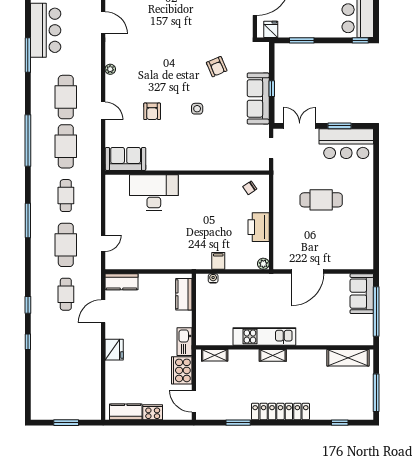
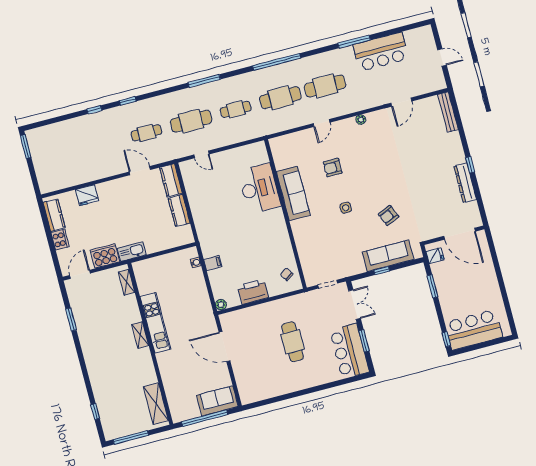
sofa: (258, 98) -> (388, 256), moved
sofa: (126, 159) -> (293, 193), moved, width x1.36
kitchen counter: (184, 294) -> (179, 211), moved, turned -90
fridge: (114, 350) -> (87, 195), moved
locker: (280, 412) -> (91, 355), removed
window: (66, 423) -> (26, 147), moved

